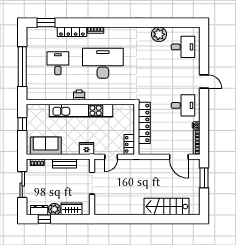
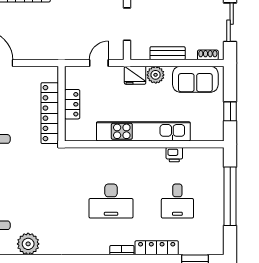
desk: (103, 63) -> (111, 201), width x0.73, depth x0.77
printer: (79, 95) -> (174, 155), moved
locker: (129, 144) -> (72, 104), moved
plant: (73, 149) -> (156, 75), added

